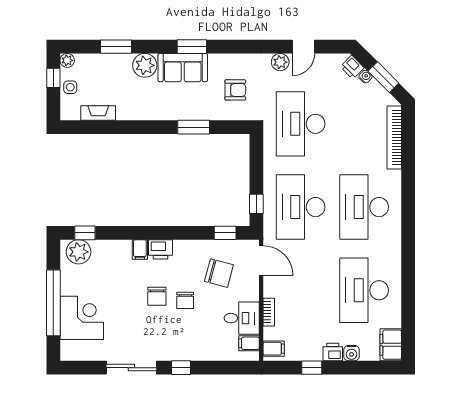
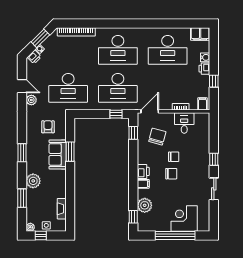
sofa: (183, 68) -> (58, 154), moved, turned 180
plant: (79, 252) -> (145, 205), moved
filing cabinet: (249, 343) -> (199, 119), removed
sliding door: (131, 368) -> (214, 189), width x0.73

